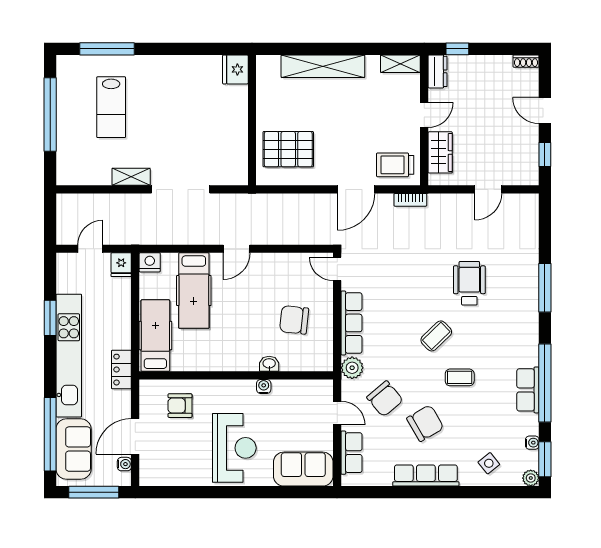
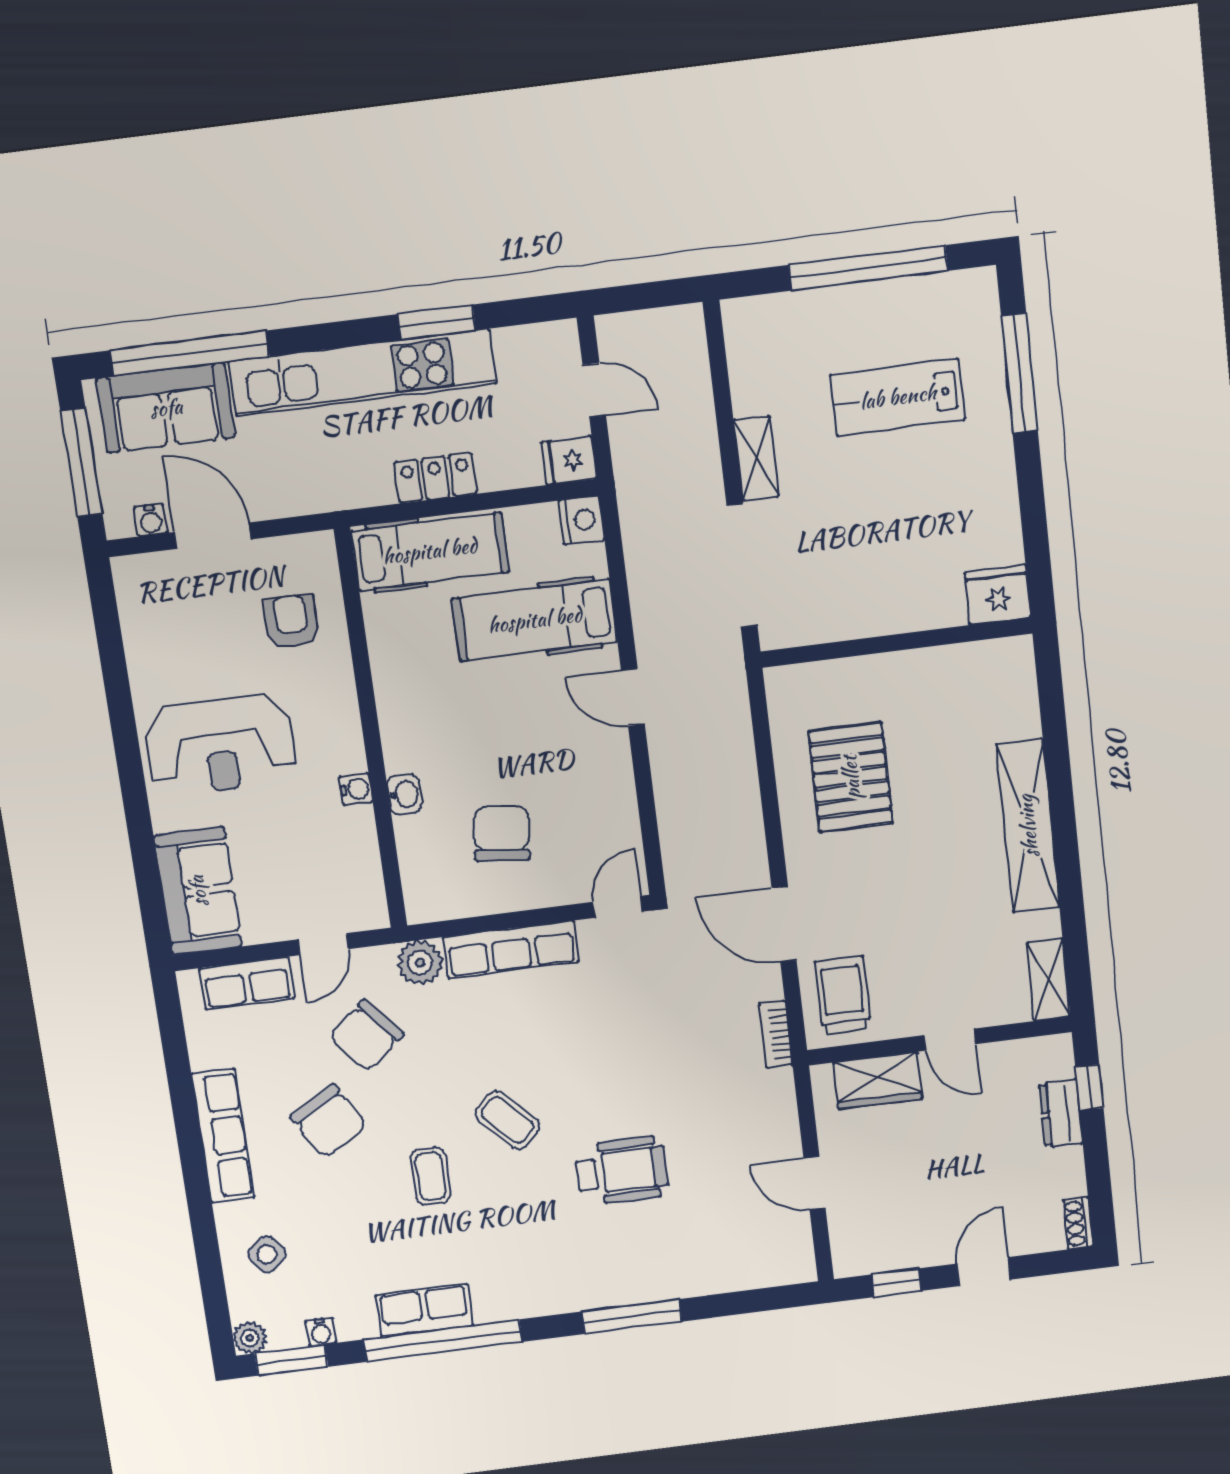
fridge: (235, 69) -> (998, 595), moved
dresser: (437, 71) -> (1061, 1113), moved, turned 90
wall: (252, 120) -> (897, 643), moved
locker: (121, 370) -> (436, 478), moved

